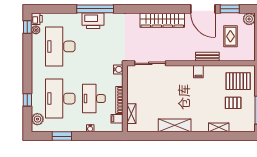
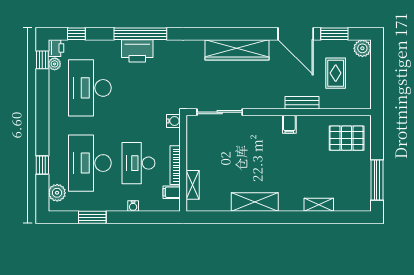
window: (51, 9) -> (76, 34), added
pallet: (233, 103) -> (339, 169), removed

